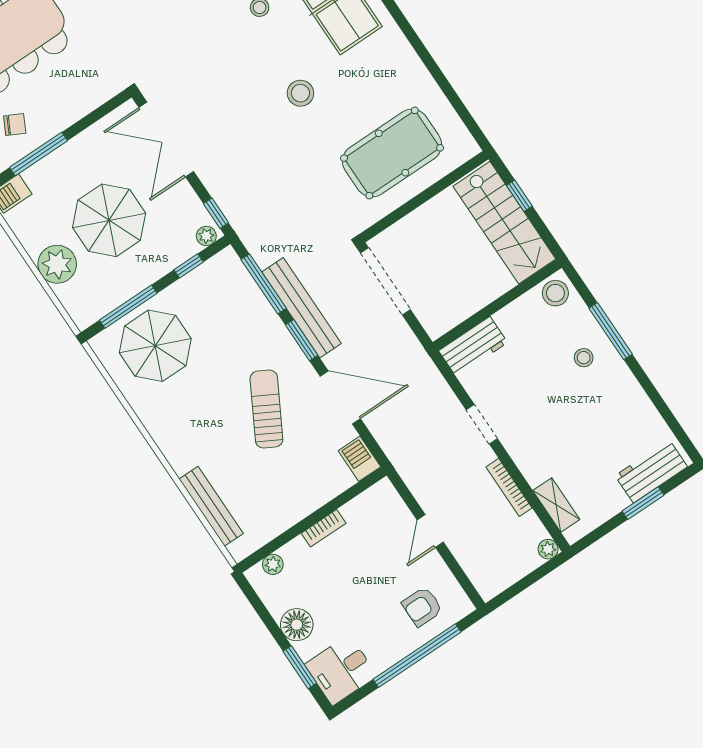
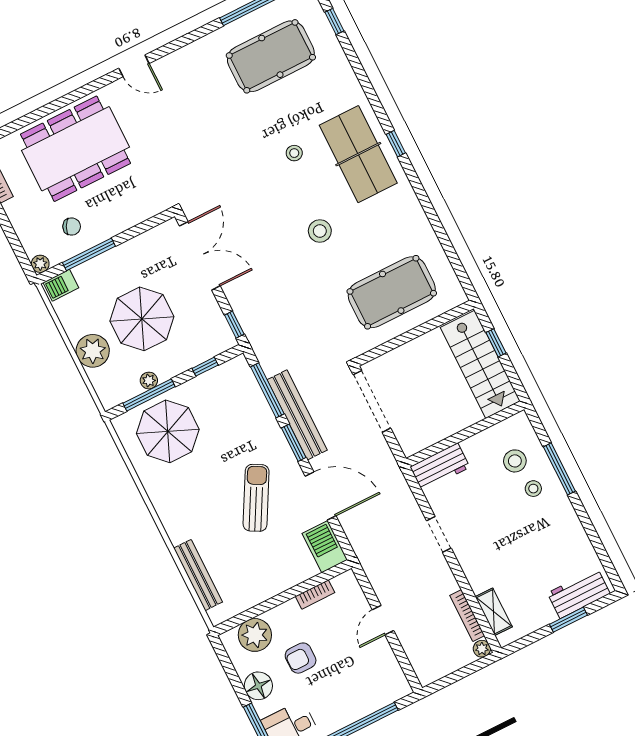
double door: (166, 139) -> (200, 256), swing flipped
plant: (206, 236) -> (149, 381), moved
stool: (555, 293) -> (515, 461), moved
barbecue: (359, 459) -> (325, 547), width x1.38, depth x1.27
bookcase: (509, 487) -> (467, 616), moved
bookcase: (324, 528) -> (315, 594), moved
plant: (273, 564) -> (255, 635), width x1.88, depth x1.88
armchair: (422, 607) -> (301, 658), moved

